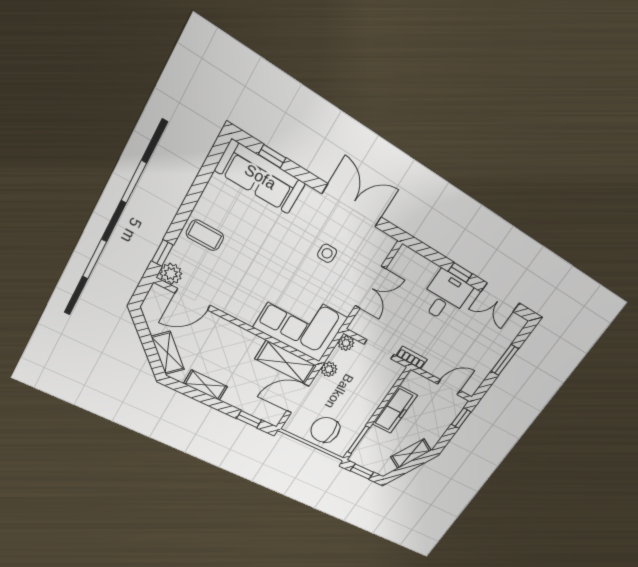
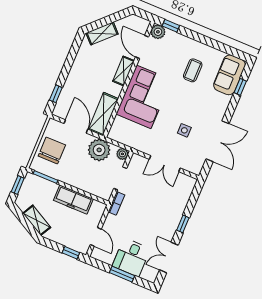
sofa: (260, 177) -> (229, 75), width x0.73
coffee table: (205, 235) -> (193, 70), moved
desk: (445, 296) -> (131, 257), moved, turned 90
corner sofa: (301, 323) -> (144, 97), moved
plant: (329, 369) -> (99, 150), width x1.88, depth x1.88
shelving: (205, 385) -> (124, 71), moved

